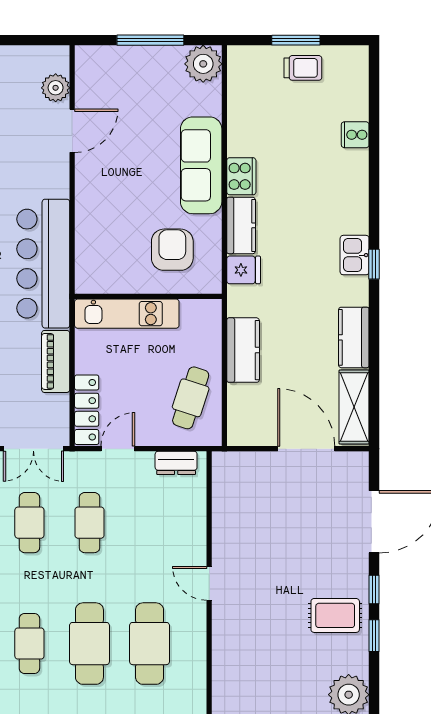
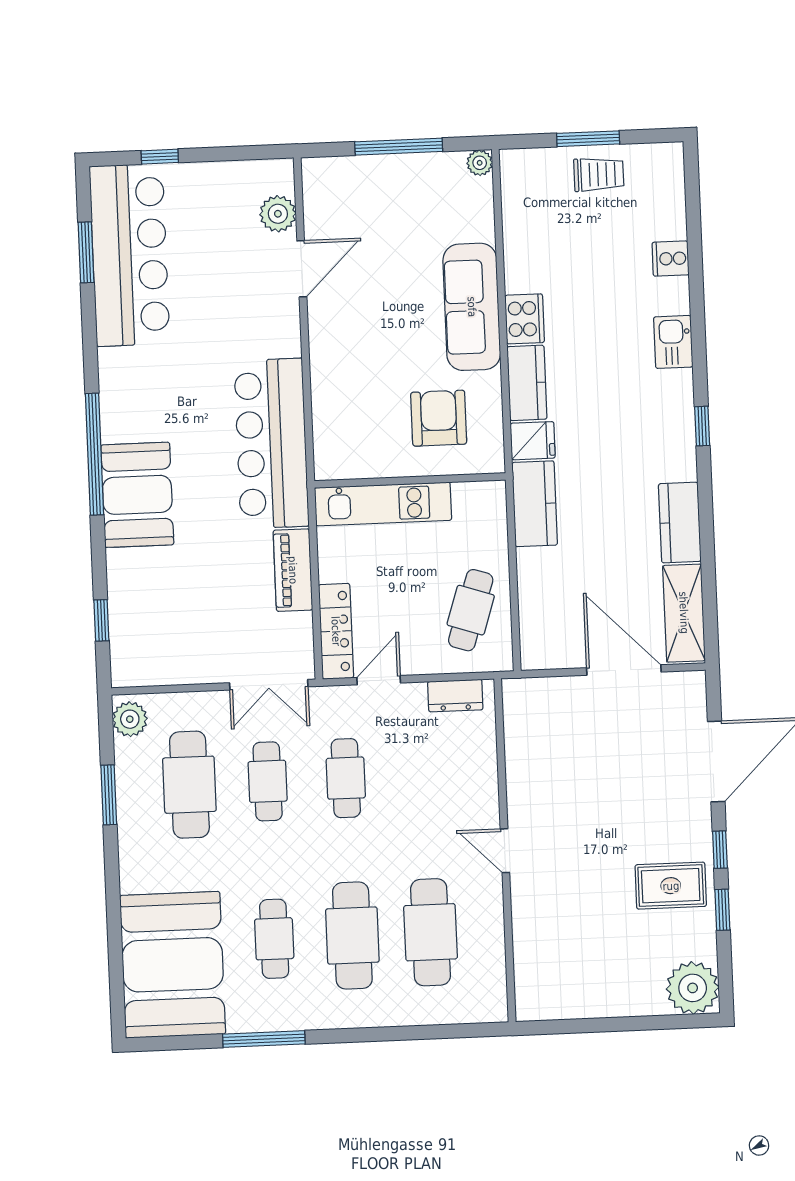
plant: (203, 64) -> (480, 163), width x0.53, depth x0.53
kitchen sink: (355, 255) -> (673, 342), moved
kitchen counter: (243, 350) -> (535, 504), moved

